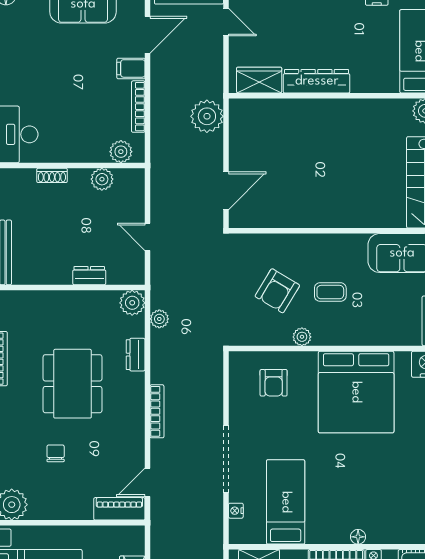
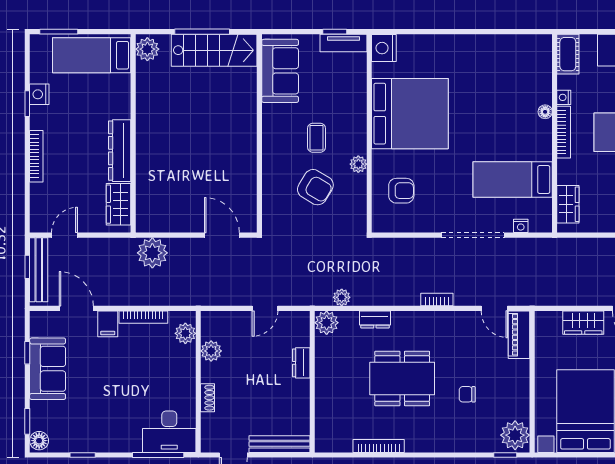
bookcase: (157, 411) -> (437, 300), width x0.64

